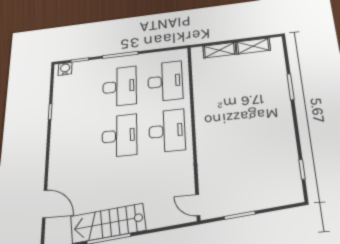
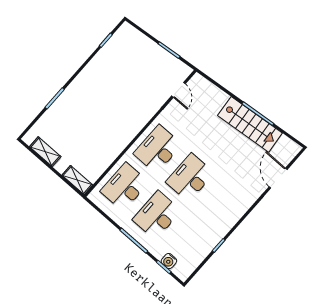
shelving: (219, 50) -> (77, 180), moved
water cooler: (65, 69) -> (169, 261), moved
door: (198, 205) -> (179, 90), moved

